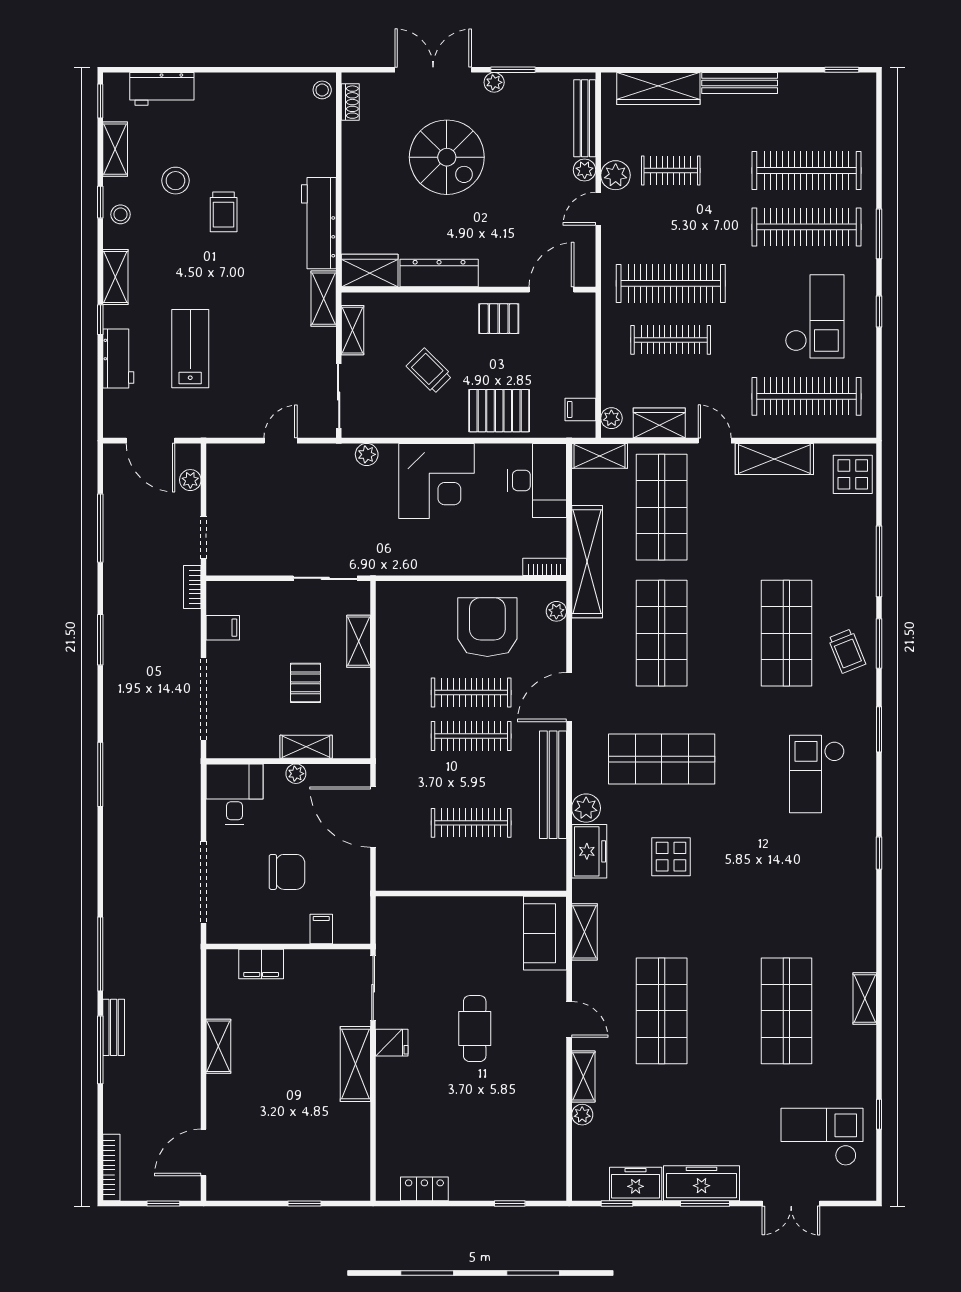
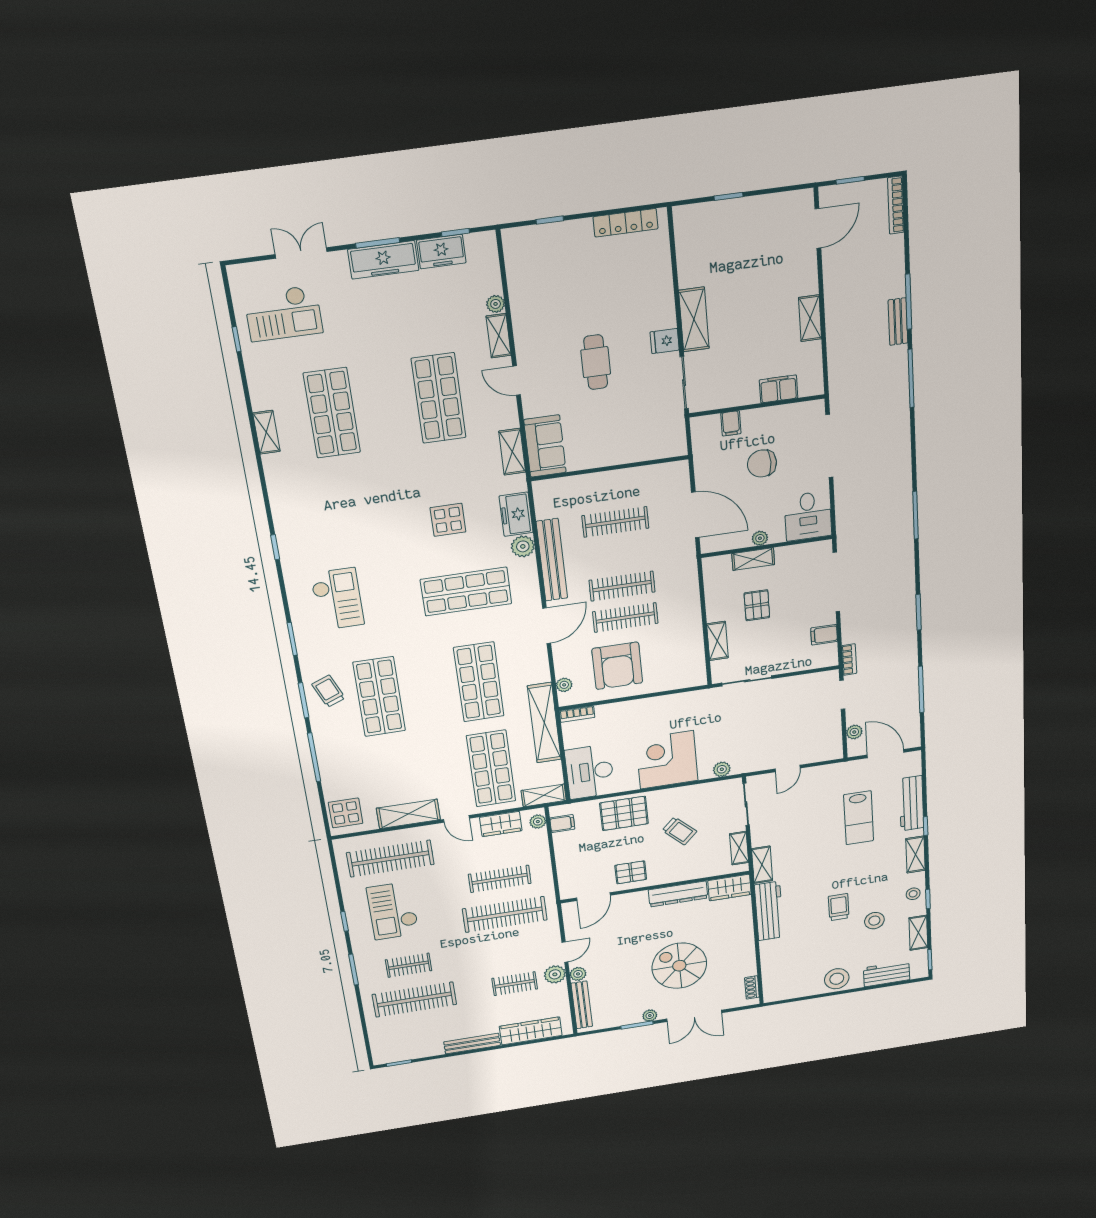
stool: (322, 90) -> (837, 979), moved, width x1.89, depth x1.89
clothes rail: (807, 227) -> (409, 965), width x0.54, depth x0.76
workbench: (118, 358) -> (912, 803), width x1.38
locker: (424, 1189) -> (626, 223), width x1.53

